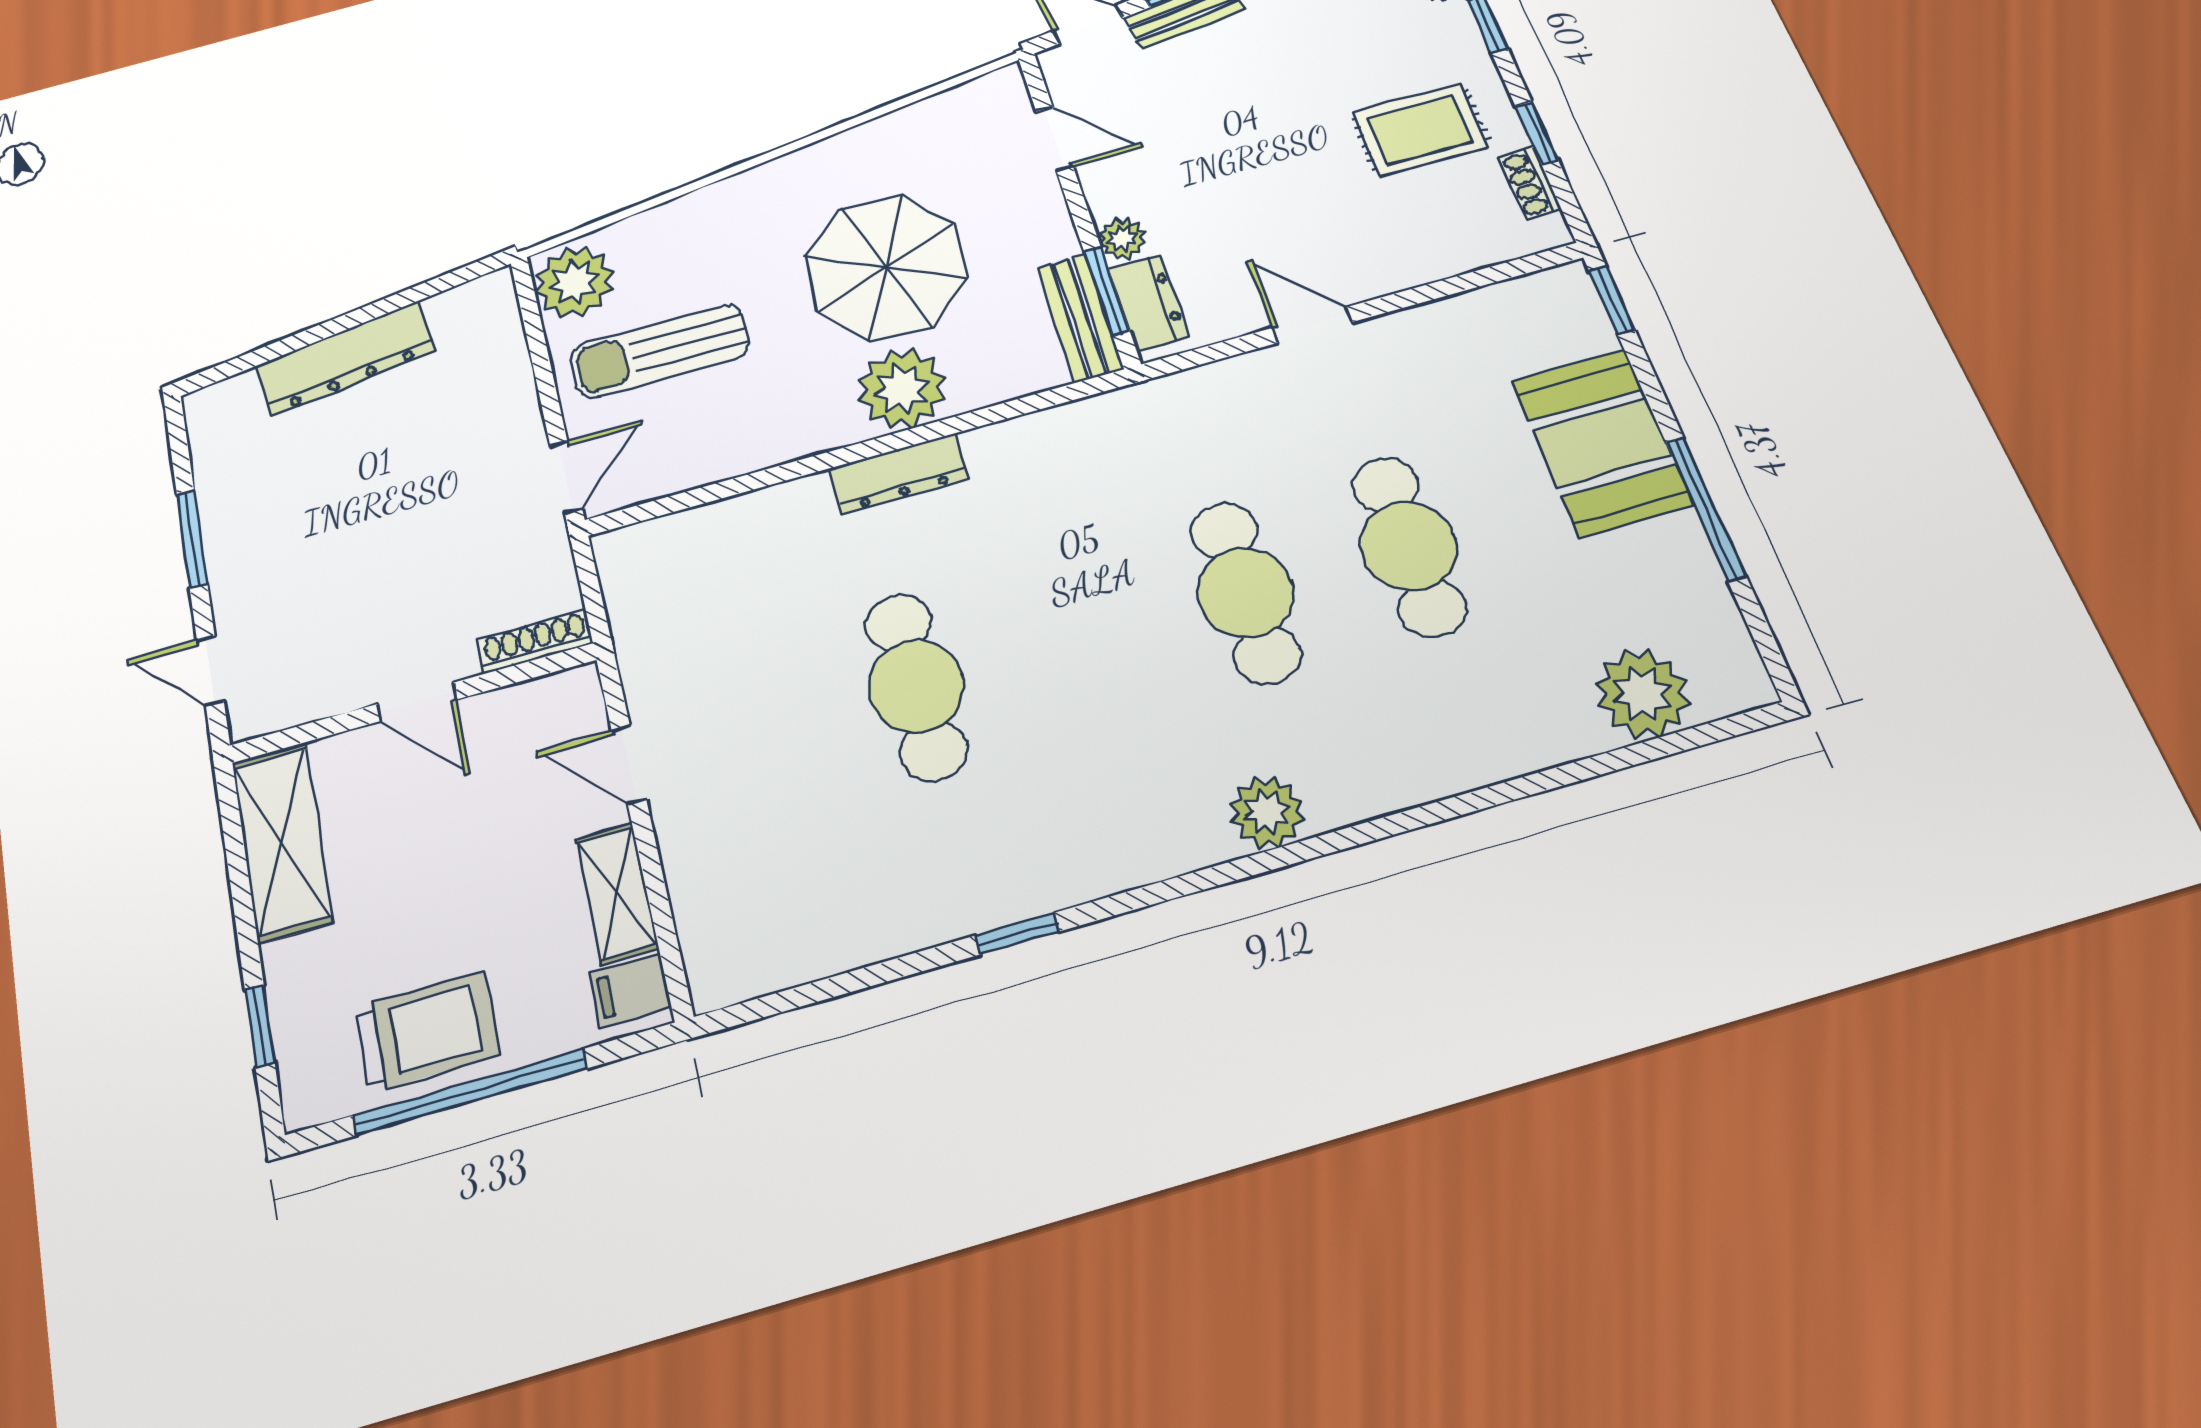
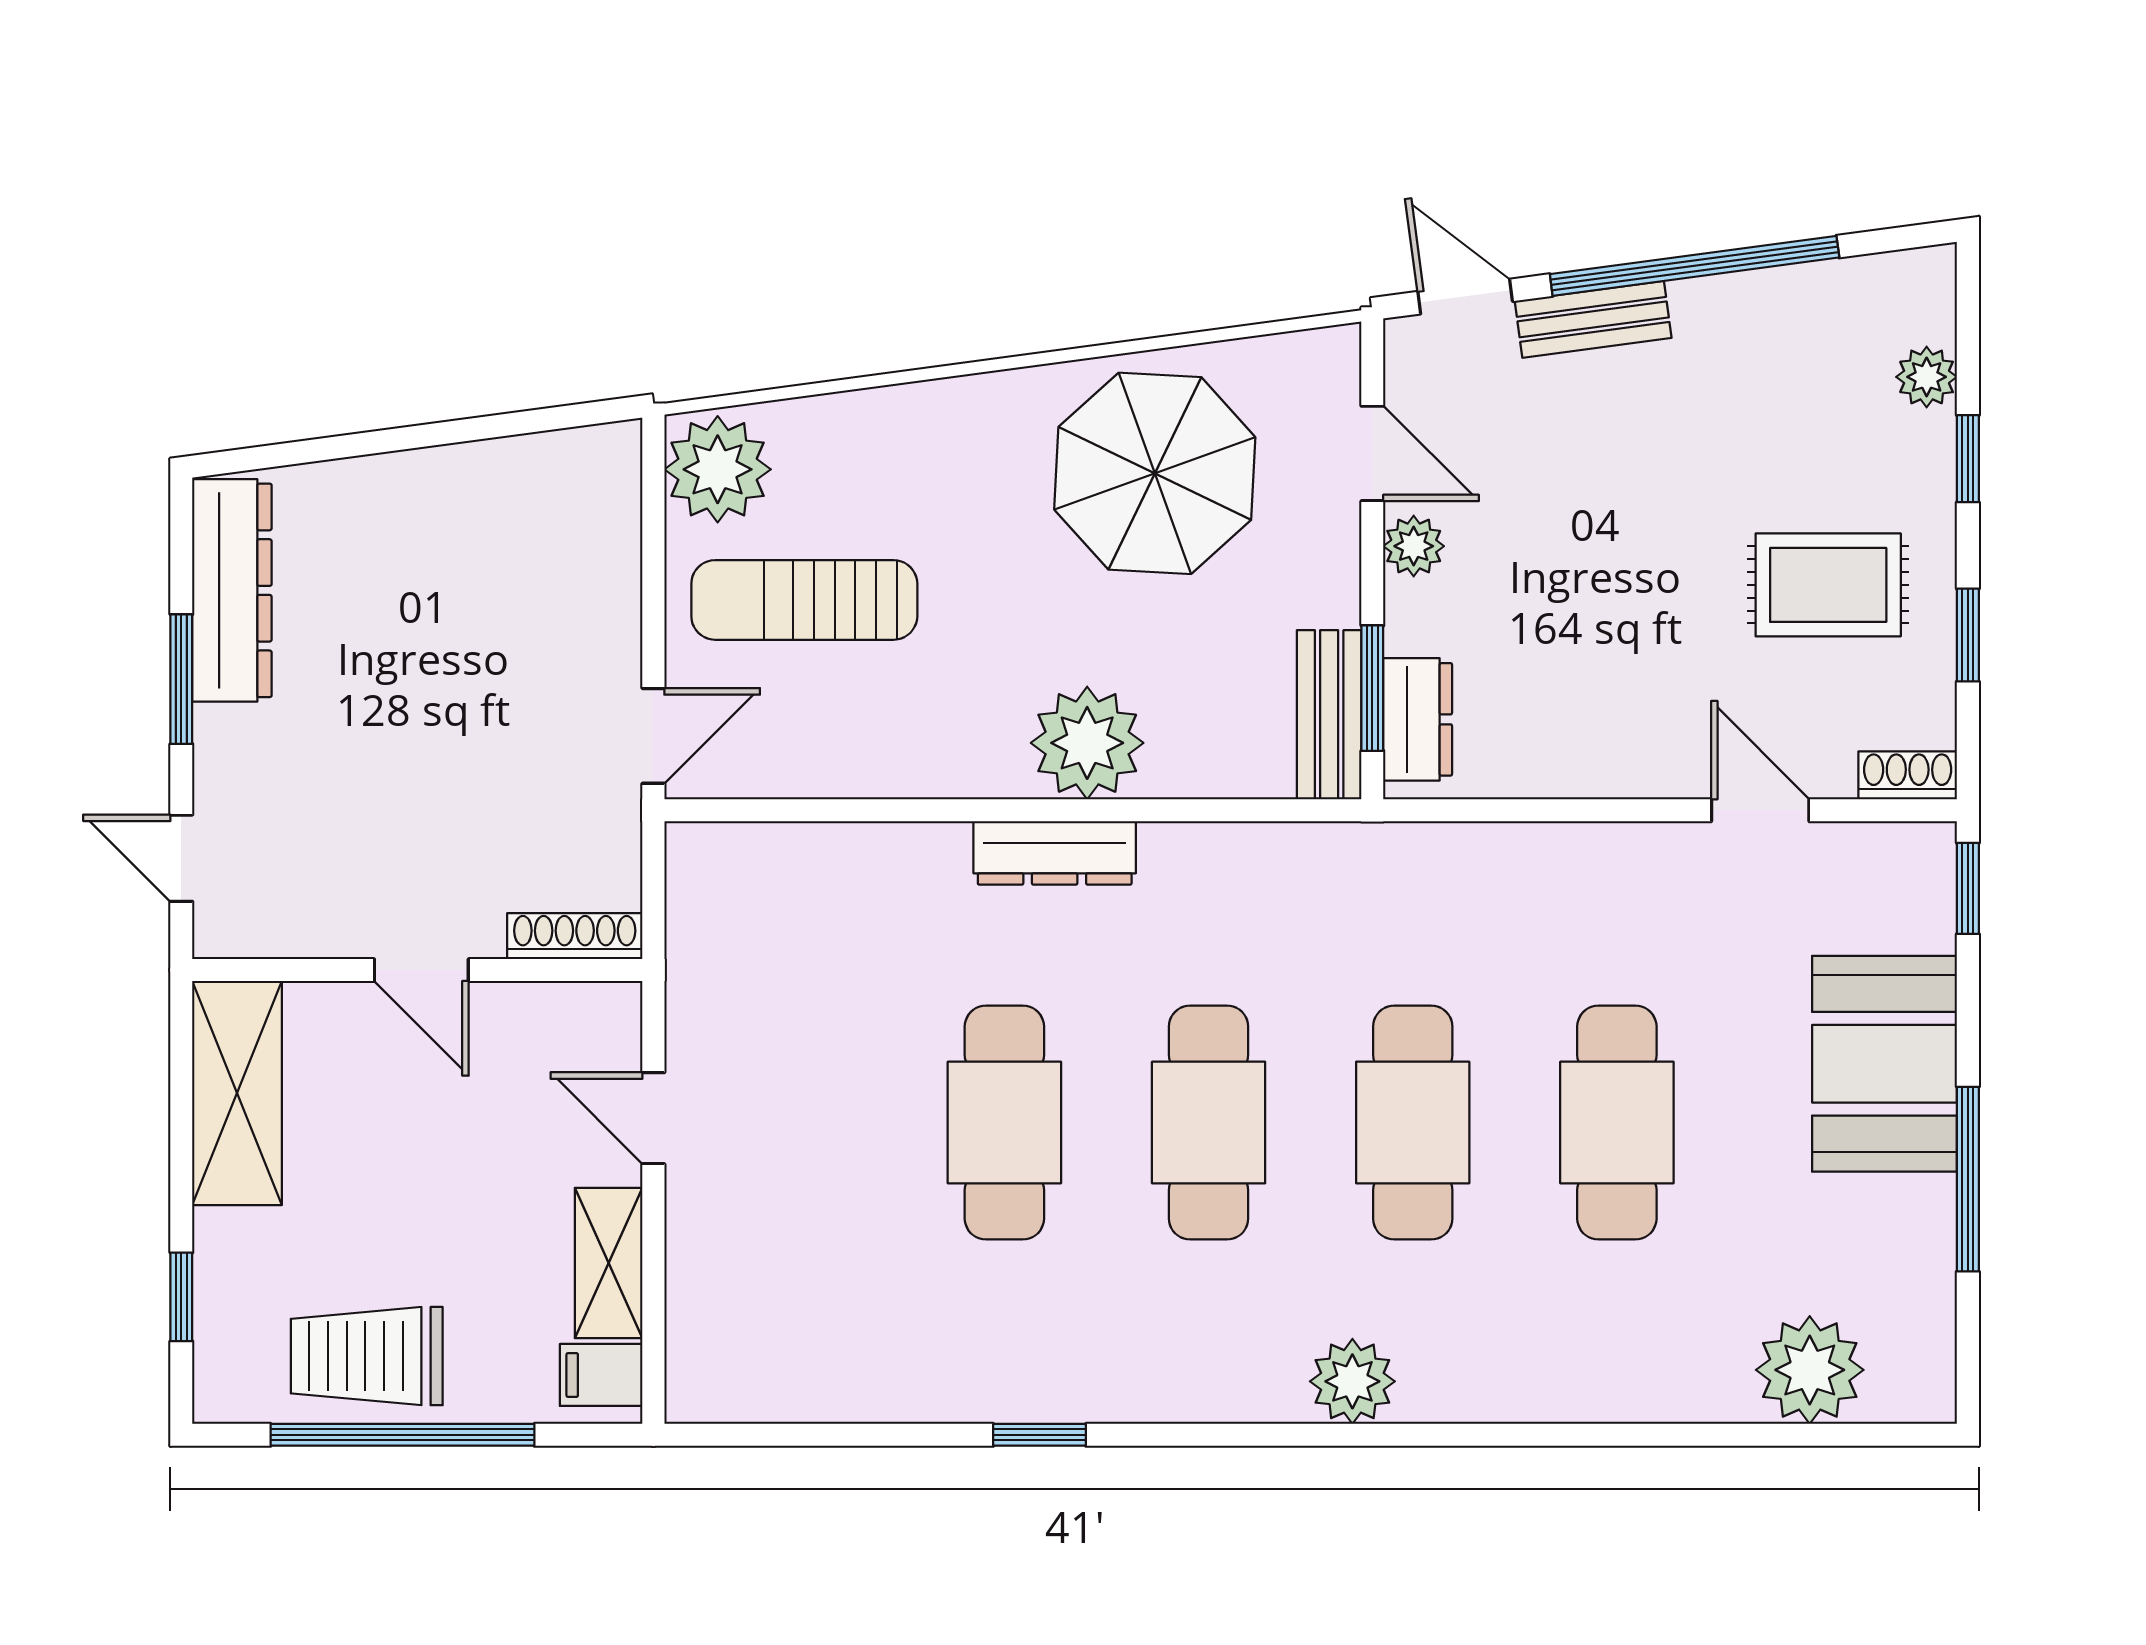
shoe rack: (1530, 183) -> (1908, 775), moved, turned 90
plant: (1123, 239) -> (1414, 546), moved
parasol: (886, 267) -> (1155, 473), moved
door: (1312, 325) -> (1760, 810), moved
dresser: (345, 359) -> (232, 590), moved, turned -82
cafe table: (1081, 639) -> (1209, 1123), added
trolley: (427, 1032) -> (367, 1356), turned 180

